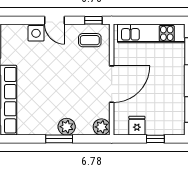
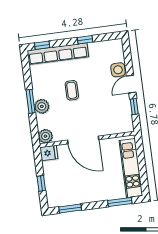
window: (93, 20) -> (134, 107), moved
coffee table: (90, 40) -> (72, 90), moved
fridge: (137, 126) -> (49, 153), moved

